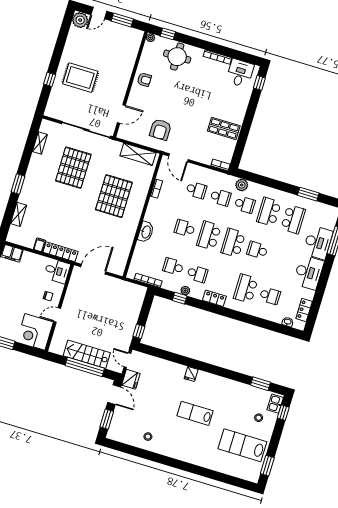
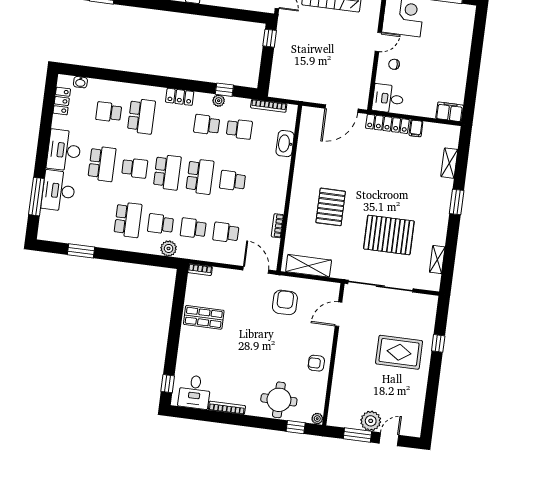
plant: (80, 20) -> (371, 421), moved
pallet: (73, 168) -> (389, 235), turned 90
pallet: (114, 196) -> (331, 207), width x0.73, depth x0.71
school desk: (293, 219) -> (102, 164), moved, turned 180
school desk: (185, 228) -> (233, 181), turned 180
washbasin: (146, 232) -> (285, 144), moved

